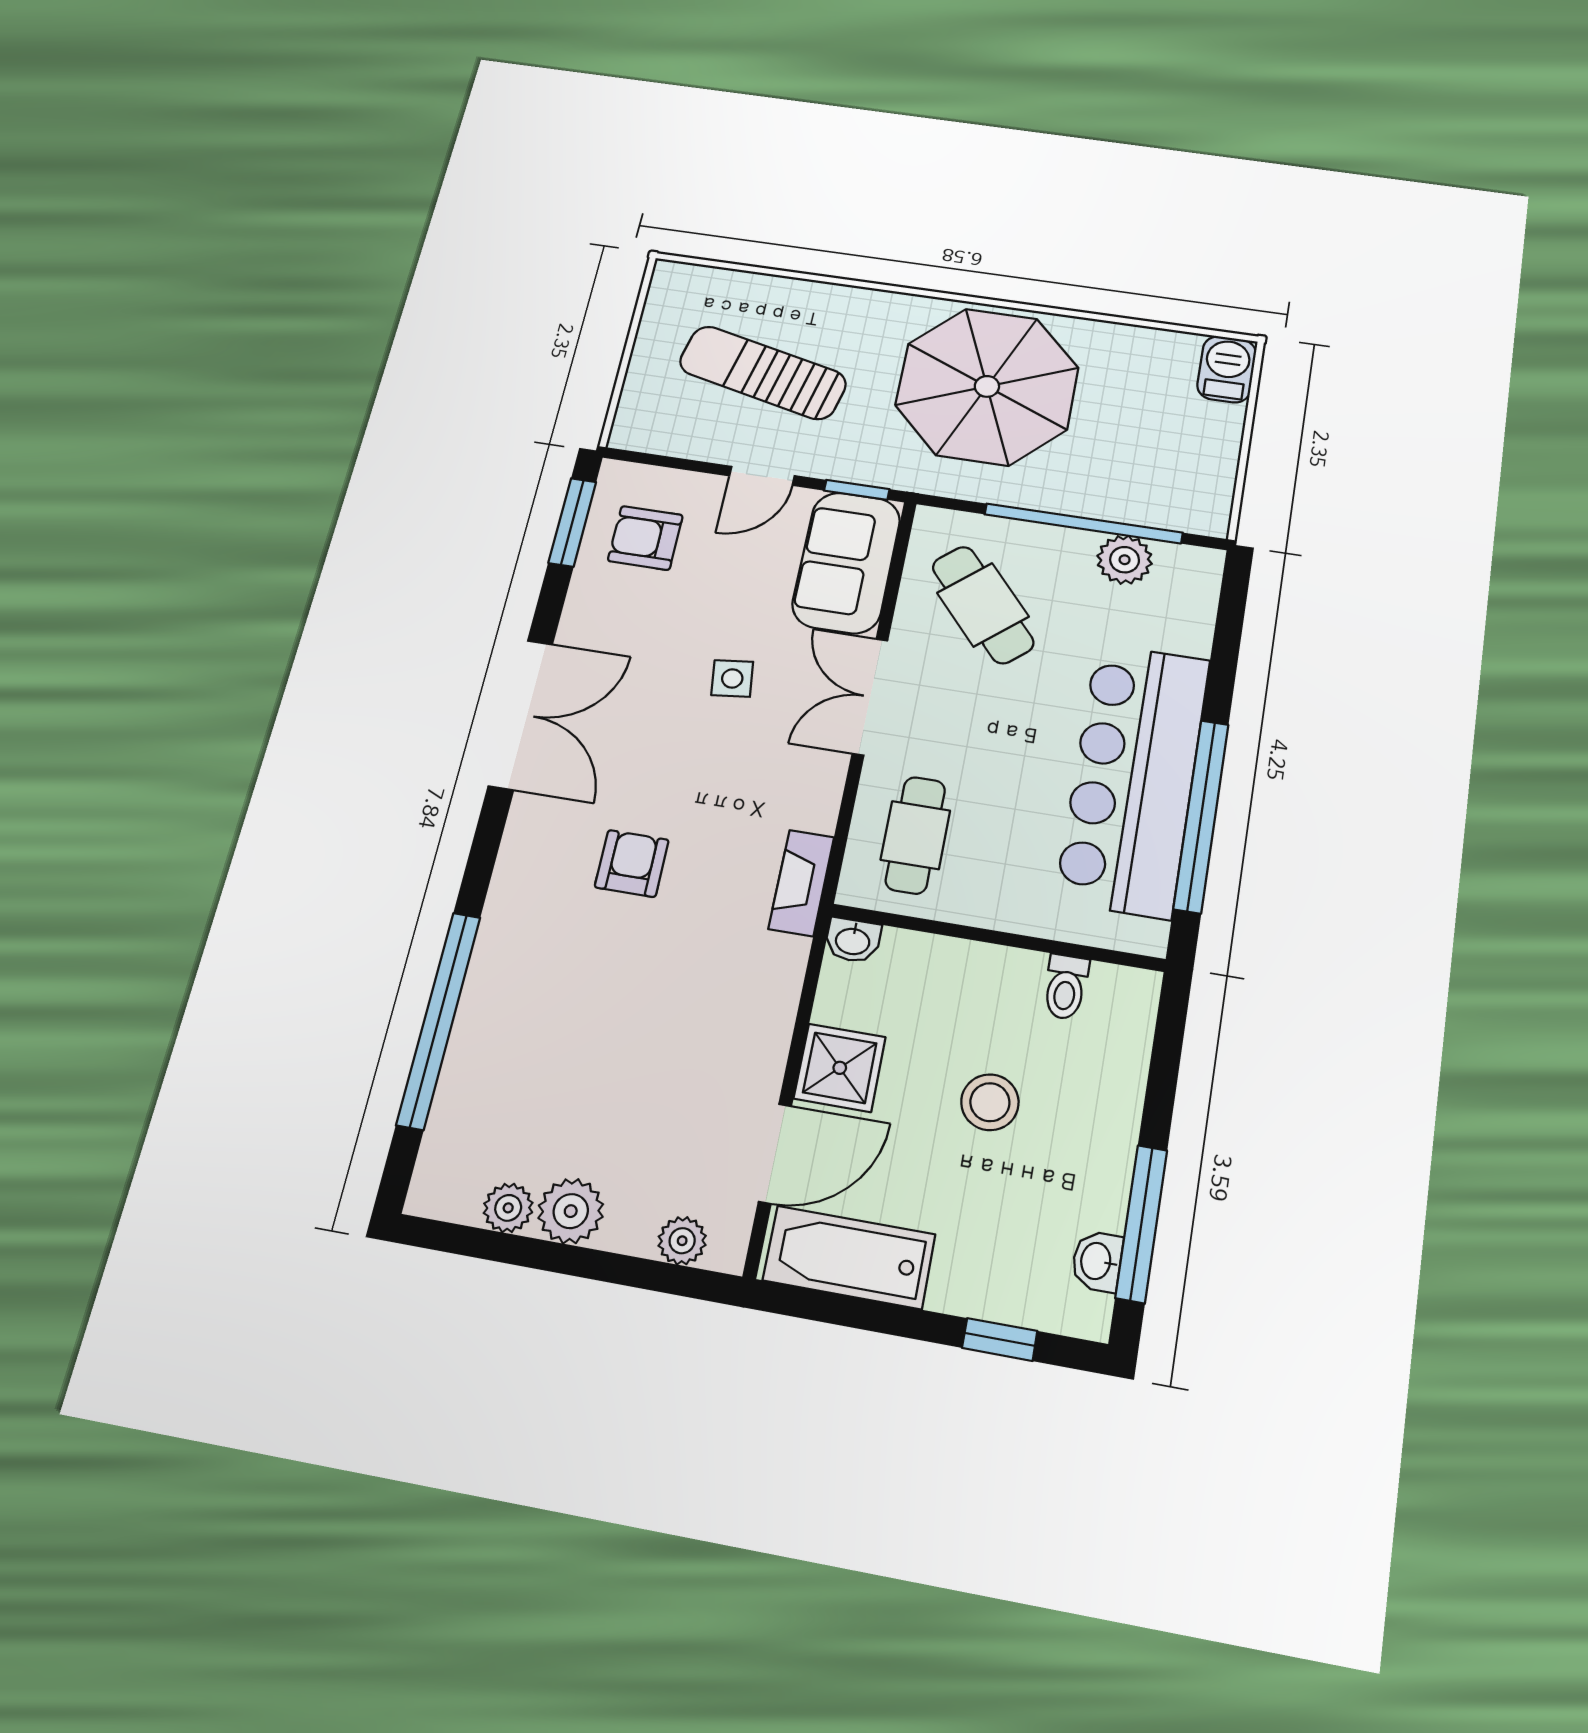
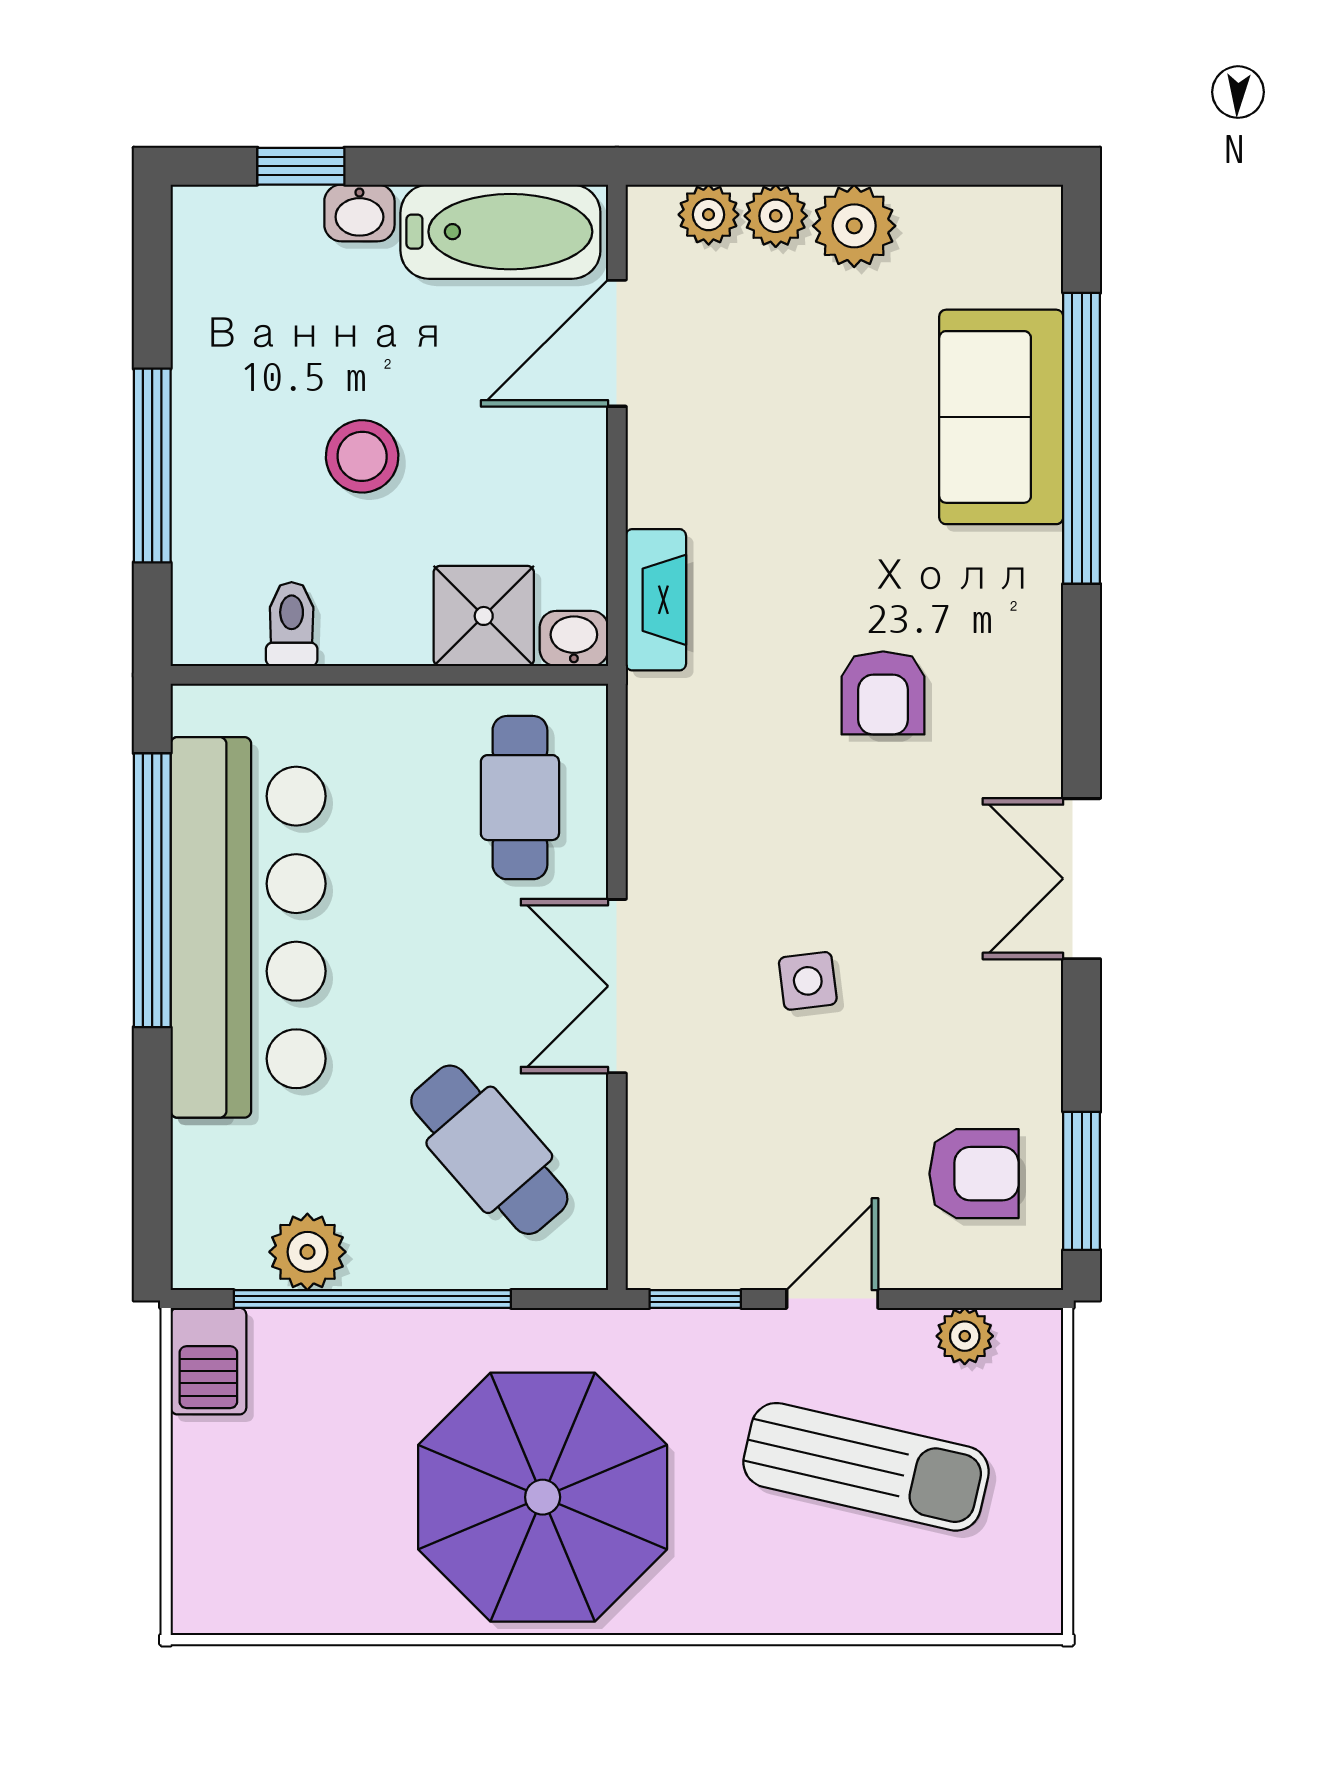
barbecue: (1227, 369) -> (208, 1361), moved
plant: (677, 440) -> (965, 1336), added
sofa: (846, 562) -> (1001, 417), moved, turned 180
double door: (870, 697) -> (617, 986), swing flipped
double door: (521, 714) -> (1082, 879), width x0.73
fireplace: (801, 883) -> (656, 600), moved
shower: (840, 1068) -> (484, 616), moved
plant: (508, 1208) -> (776, 216), moved
window: (1141, 1224) -> (152, 465), moved
washbasin: (1097, 1261) -> (359, 213), moved, turned 90

